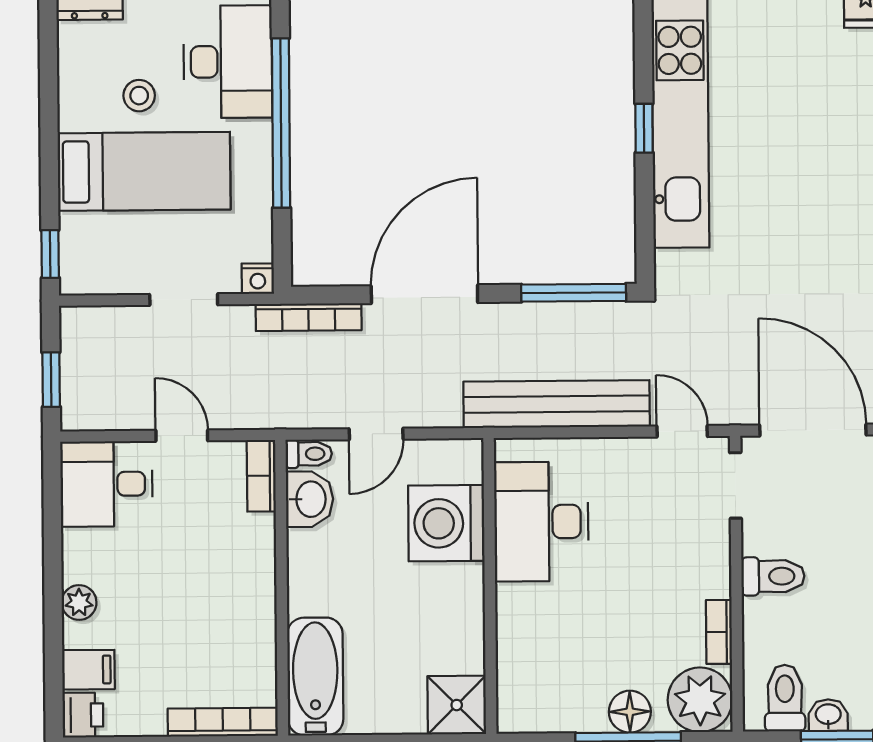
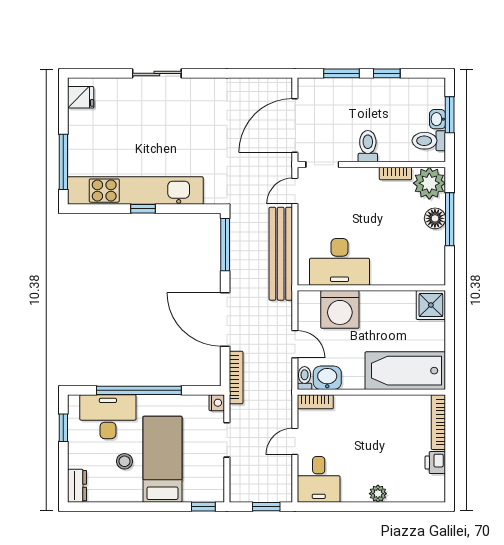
filing cabinet: (88, 670) -> (412, 489), removed
bathtub: (315, 677) -> (405, 371), width x1.36, depth x1.36
printer: (83, 715) -> (435, 463), moved, turned -90

